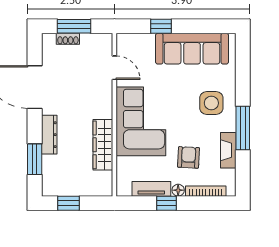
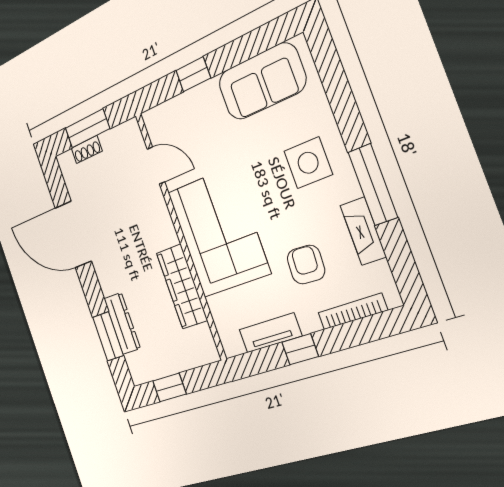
sofa: (192, 49) -> (262, 81), width x0.73
dresser: (49, 135) -> (122, 323), moved
floor lamp: (178, 190) -> (310, 323), removed

